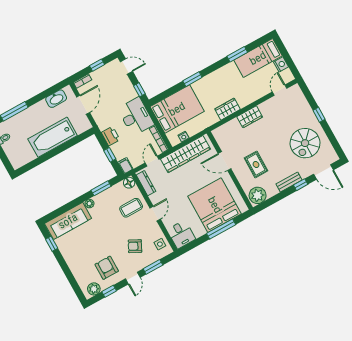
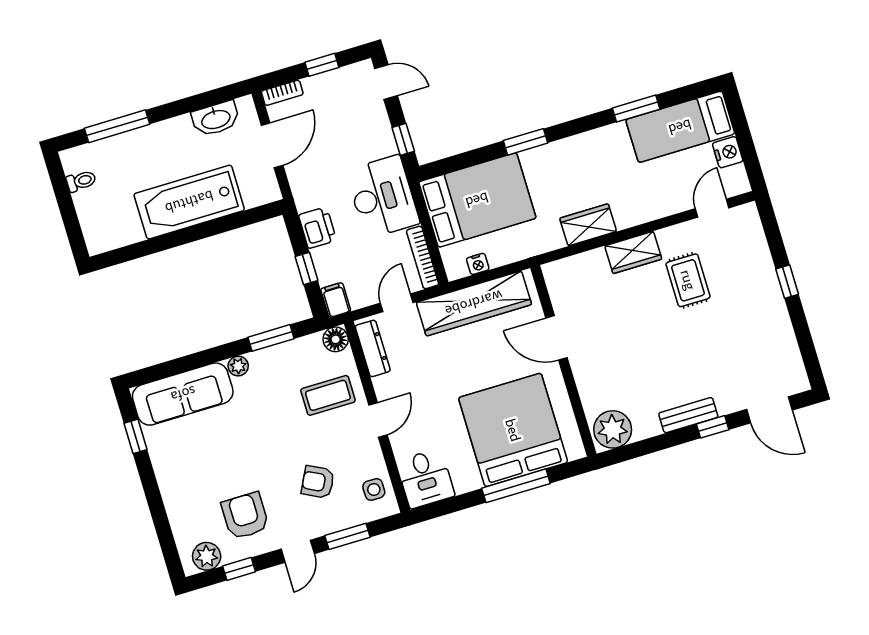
spiral stairs: (305, 143) -> (743, 337), removed
rug: (256, 164) -> (688, 280), moved

